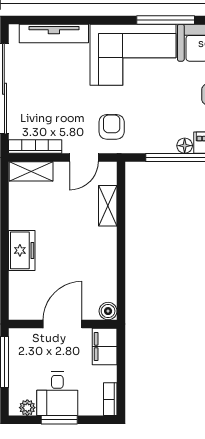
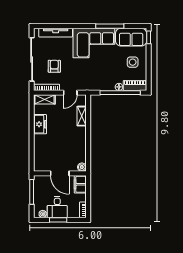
armchair: (112, 127) -> (54, 66), moved
freezer: (22, 250) -> (40, 124), moved
door: (63, 324) -> (60, 173), swing flipped

